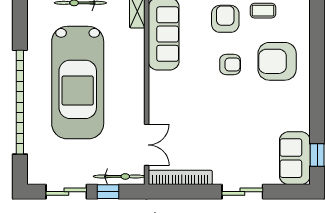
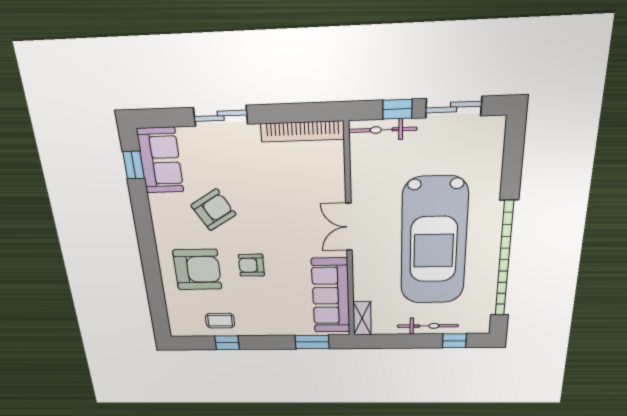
armchair: (225, 19) -> (213, 210), moved, turned -121
car: (78, 83) -> (434, 242), turned 180
garage door: (20, 102) -> (504, 260), moved
double door: (147, 145) -> (349, 227), moved

